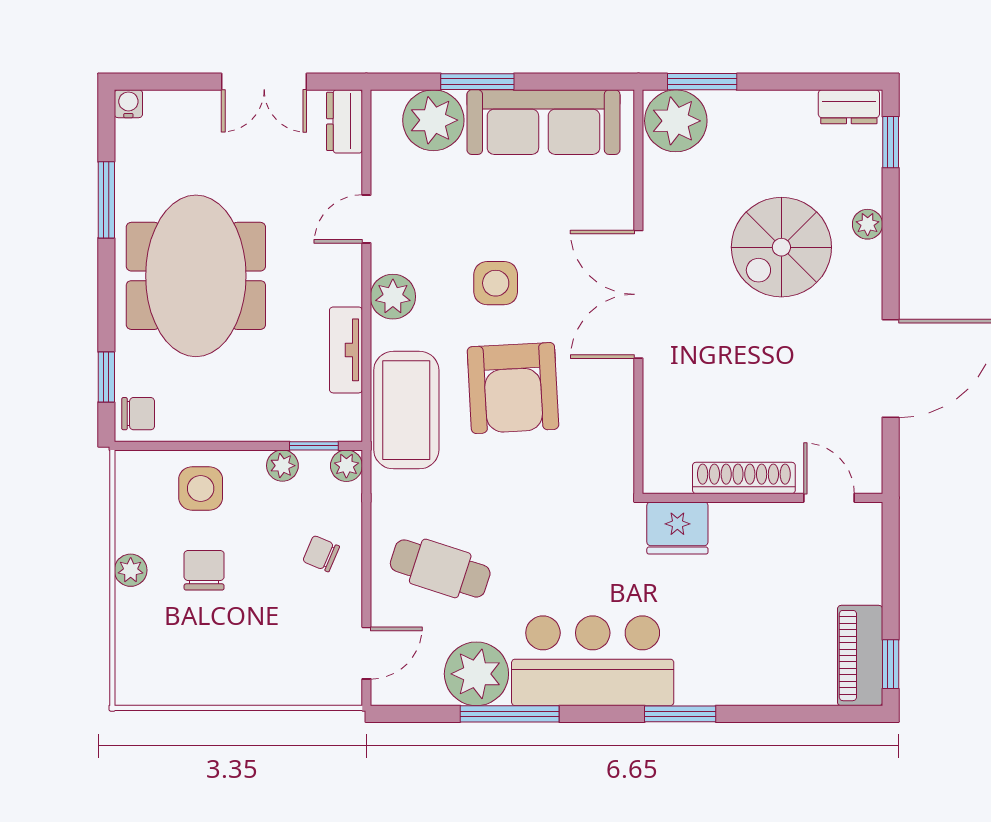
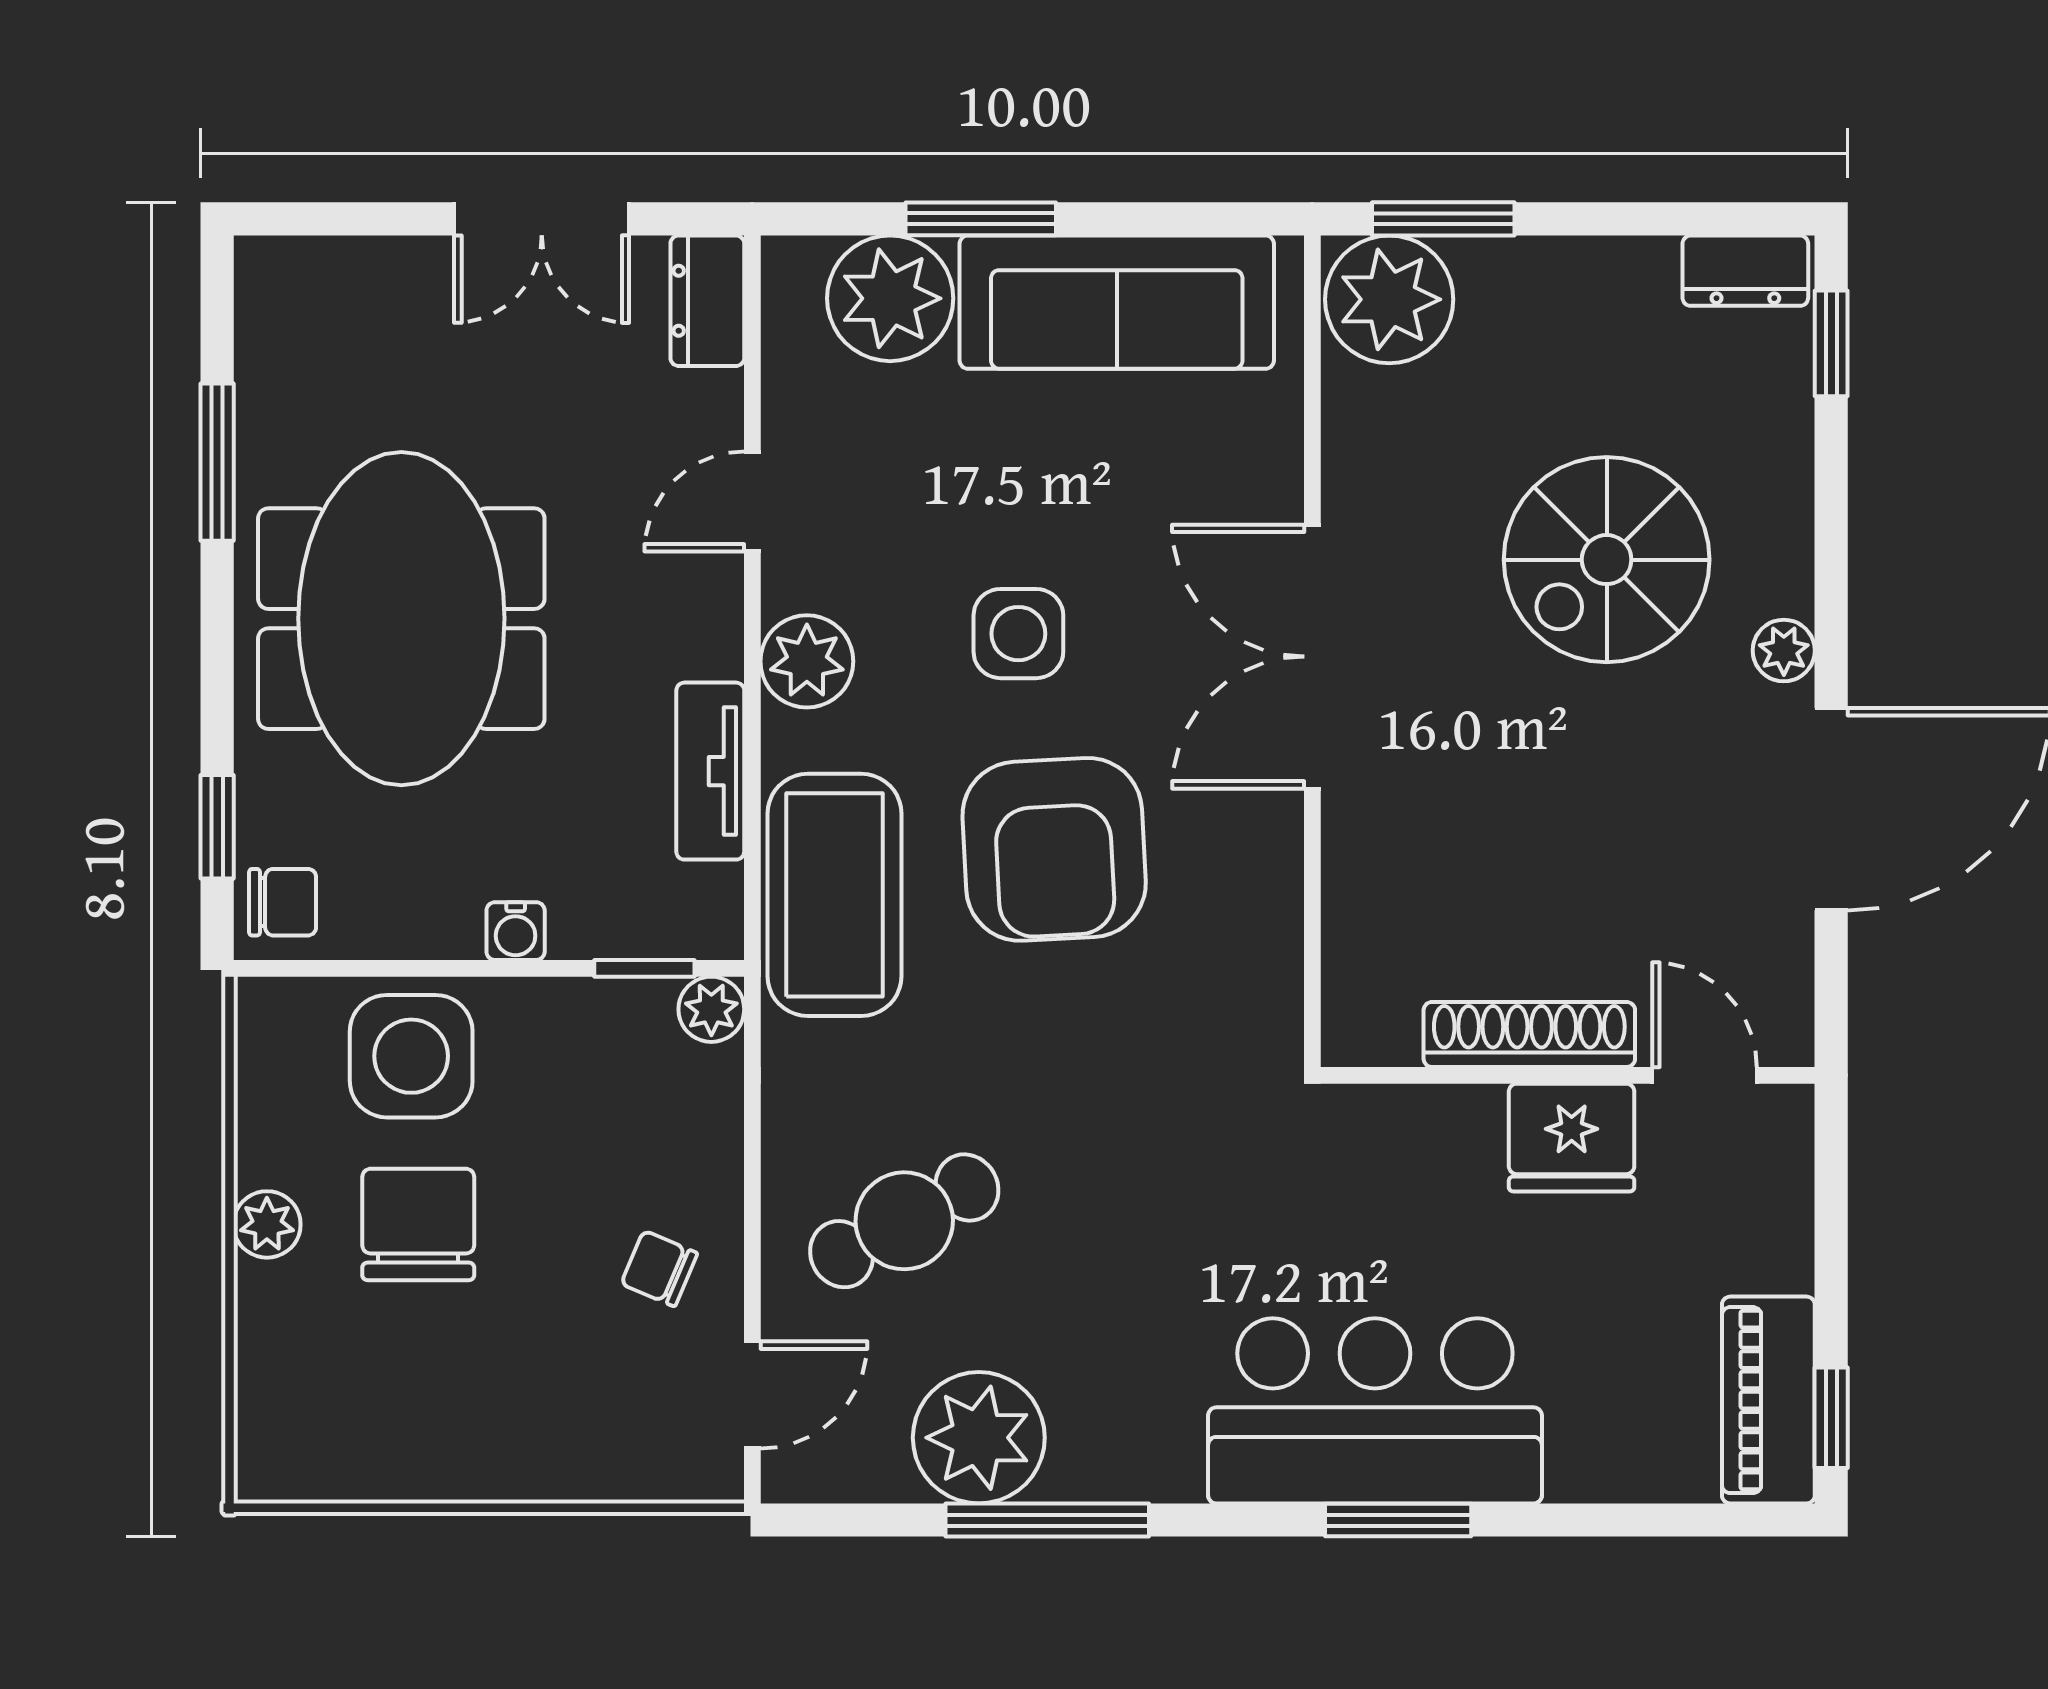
water cooler: (128, 104) -> (516, 931), moved, turned 180
plant: (868, 224) -> (1784, 651), moved
plant: (282, 466) -> (580, 1009), removed
side table: (201, 488) -> (411, 1056), width x1.37, depth x1.37
fridge: (677, 528) -> (1572, 1138), moved
chair: (321, 554) -> (659, 1269), moved
cafe table: (440, 568) -> (904, 1221), turned -46
chair: (204, 570) -> (418, 1224), width x1.37, depth x1.37
bar counter: (593, 661) -> (1375, 1411), moved

